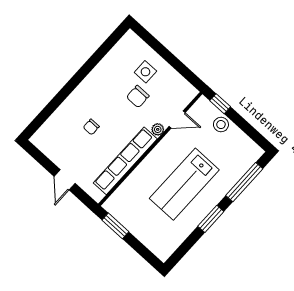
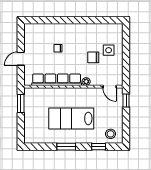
door: (177, 119) -> (110, 87), moved
stool: (221, 125) -> (111, 134), moved
window: (244, 182) -> (99, 147), width x0.46

